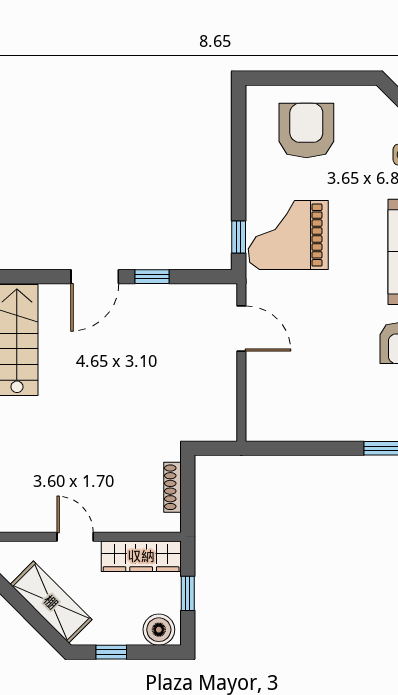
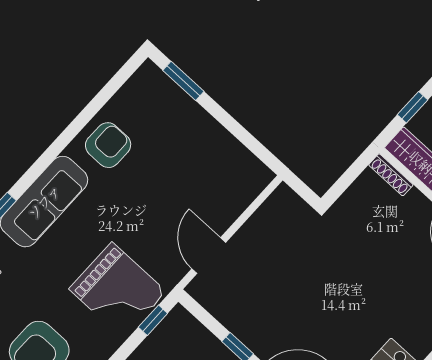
shoe rack: (172, 487) -> (391, 175), moved, turned 90

